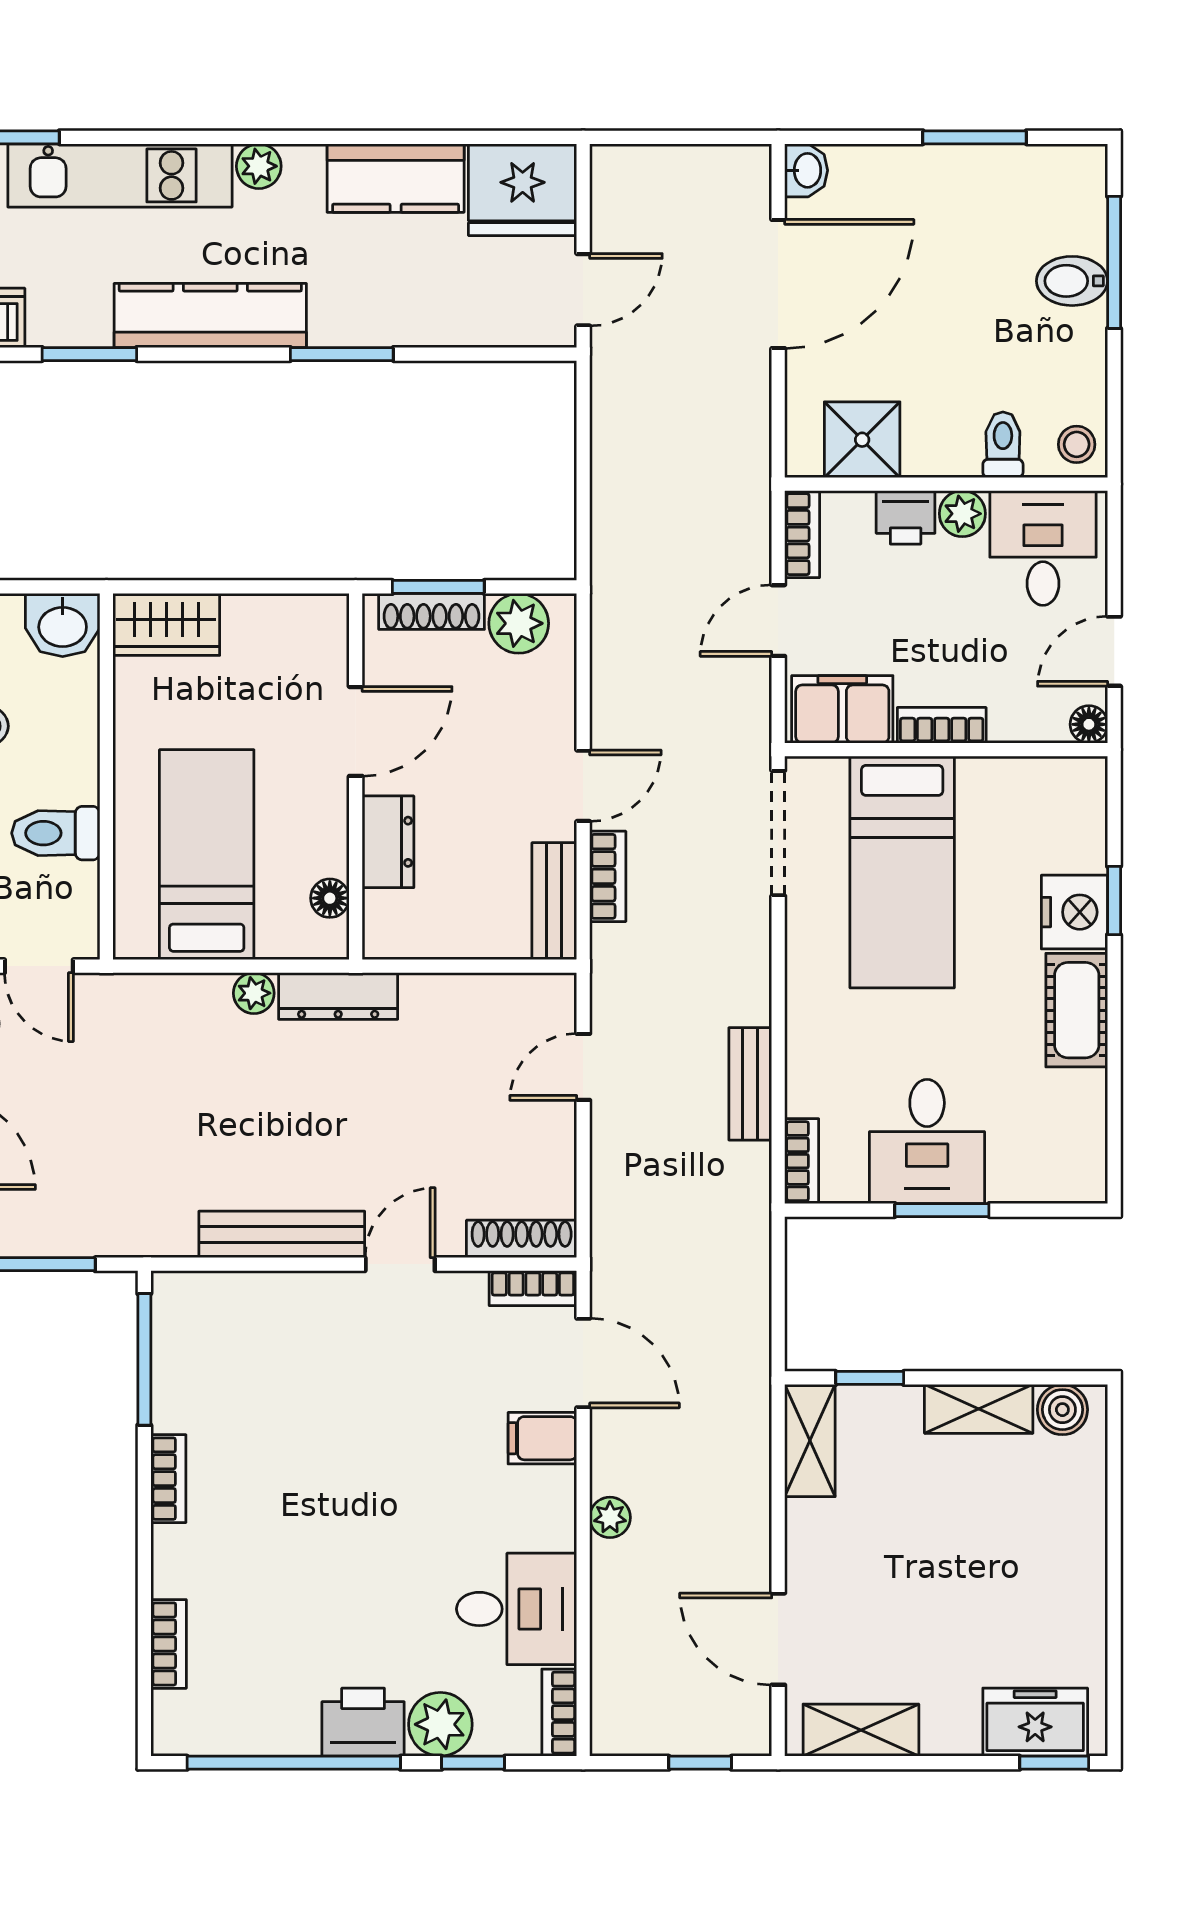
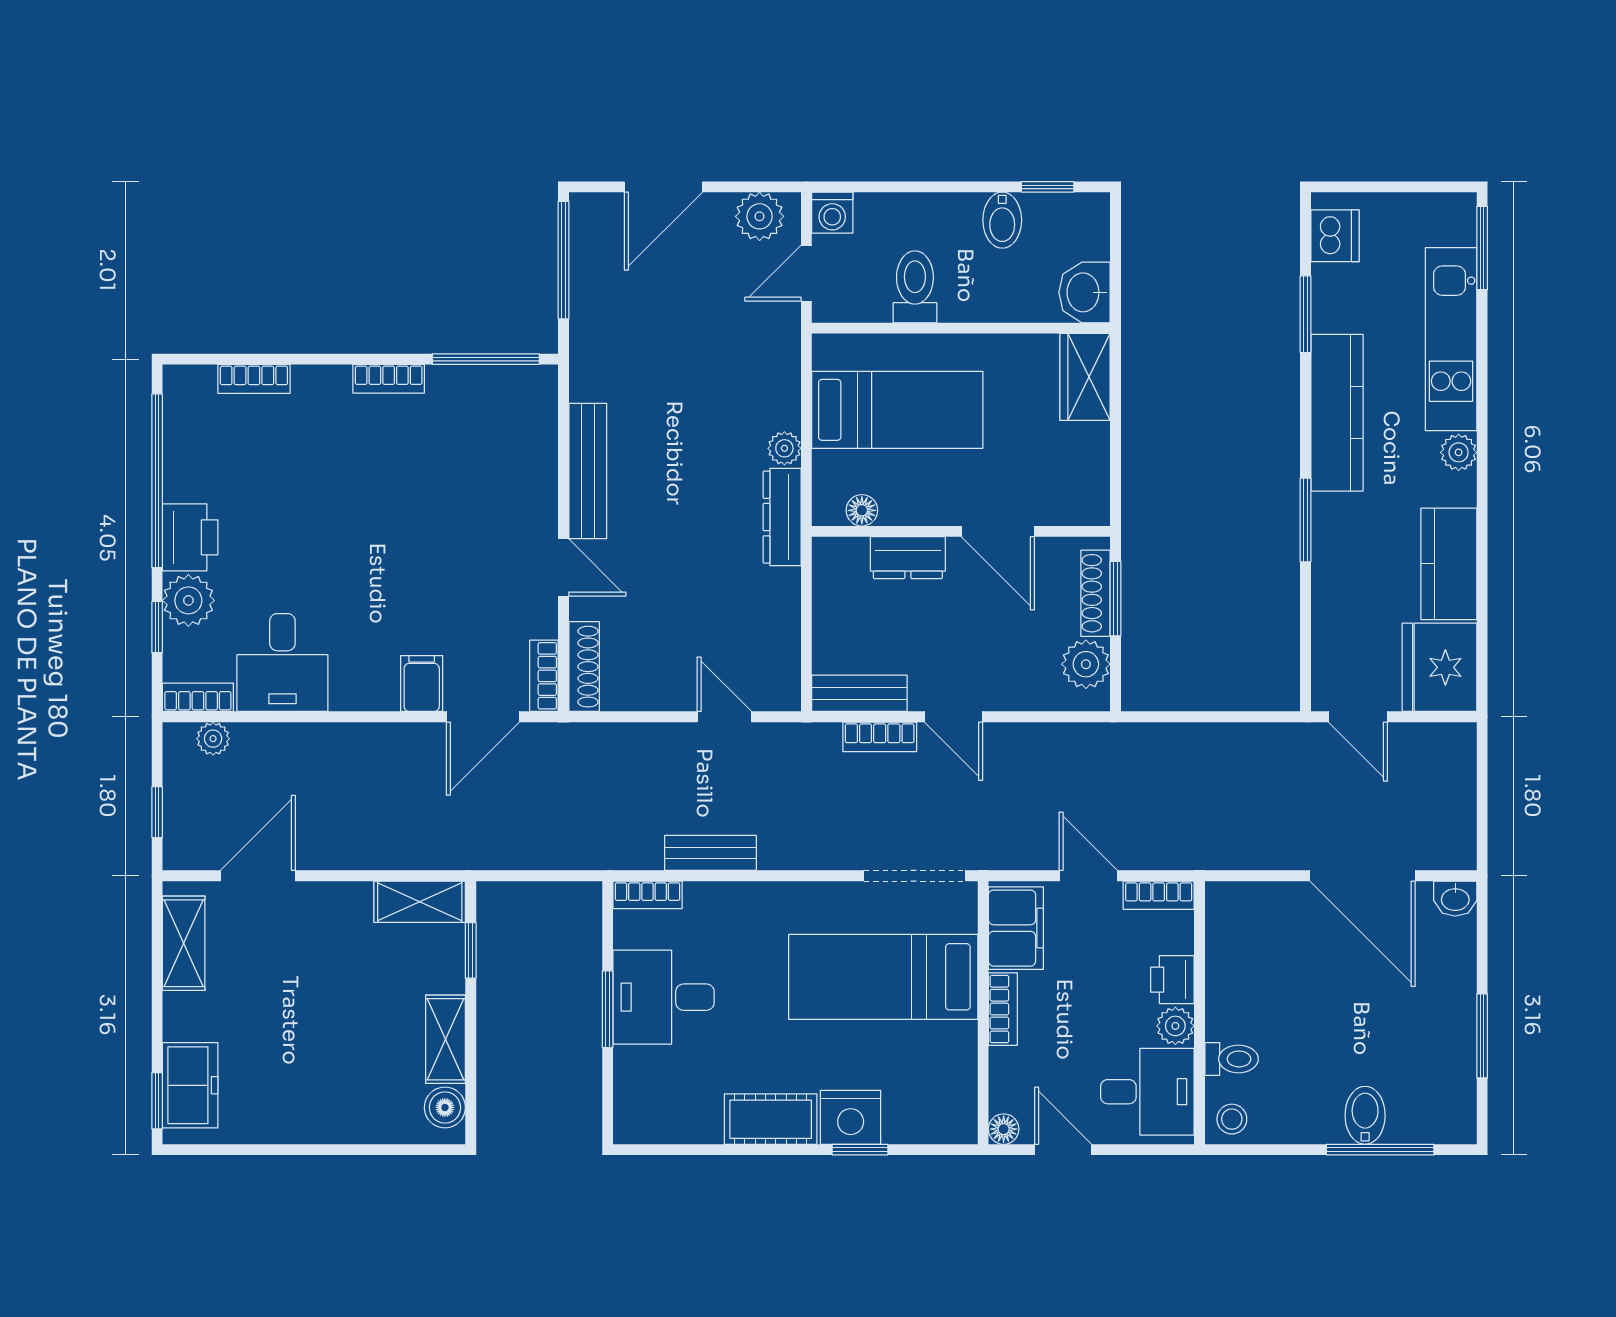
shower: (862, 440) -> (1236, 944), removed
plant: (610, 1517) -> (213, 739), moved

